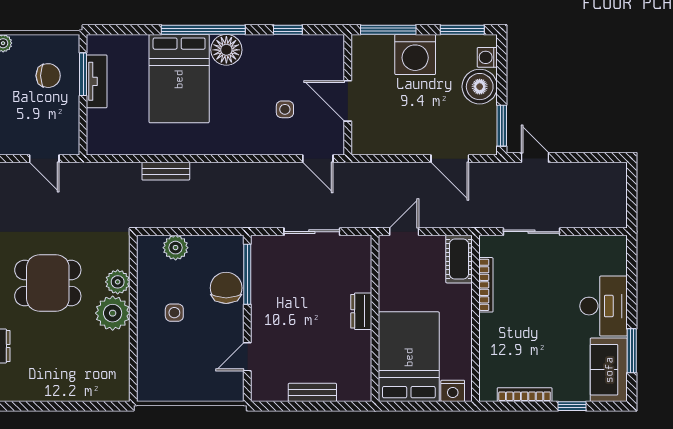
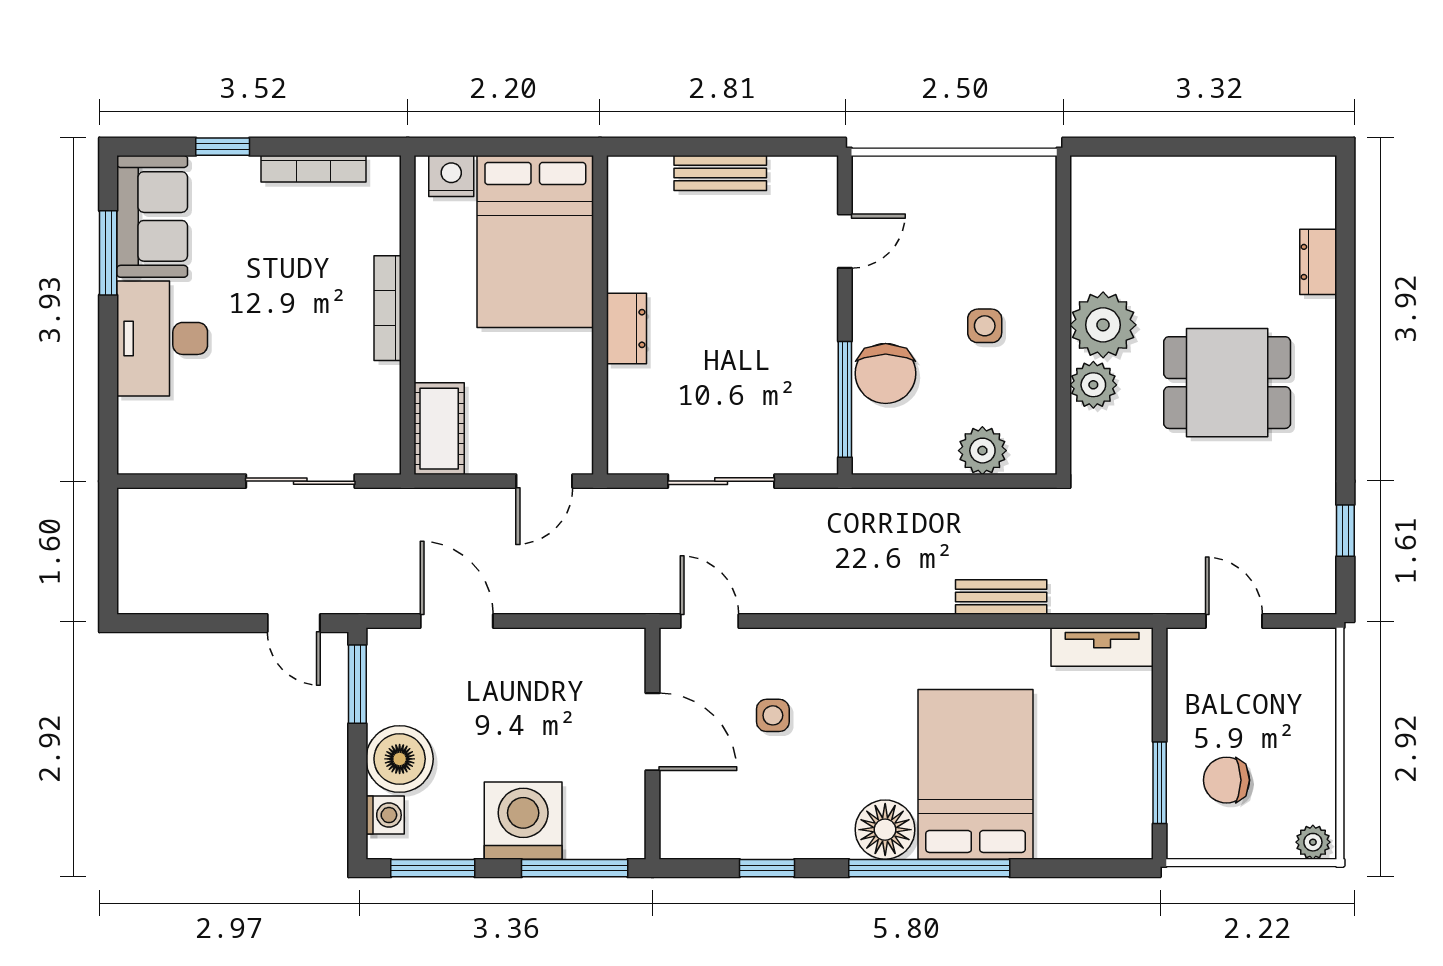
tv unit: (97, 81) -> (1102, 647), moved, turned -90
bookcase: (486, 285) -> (388, 308), moved

